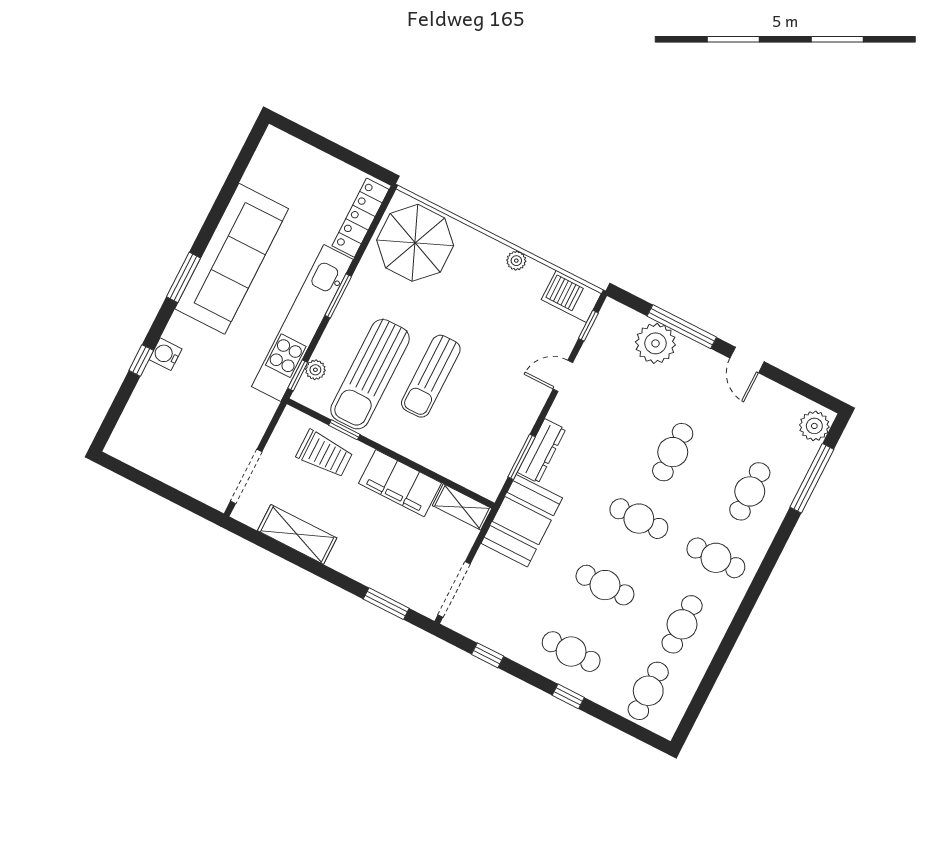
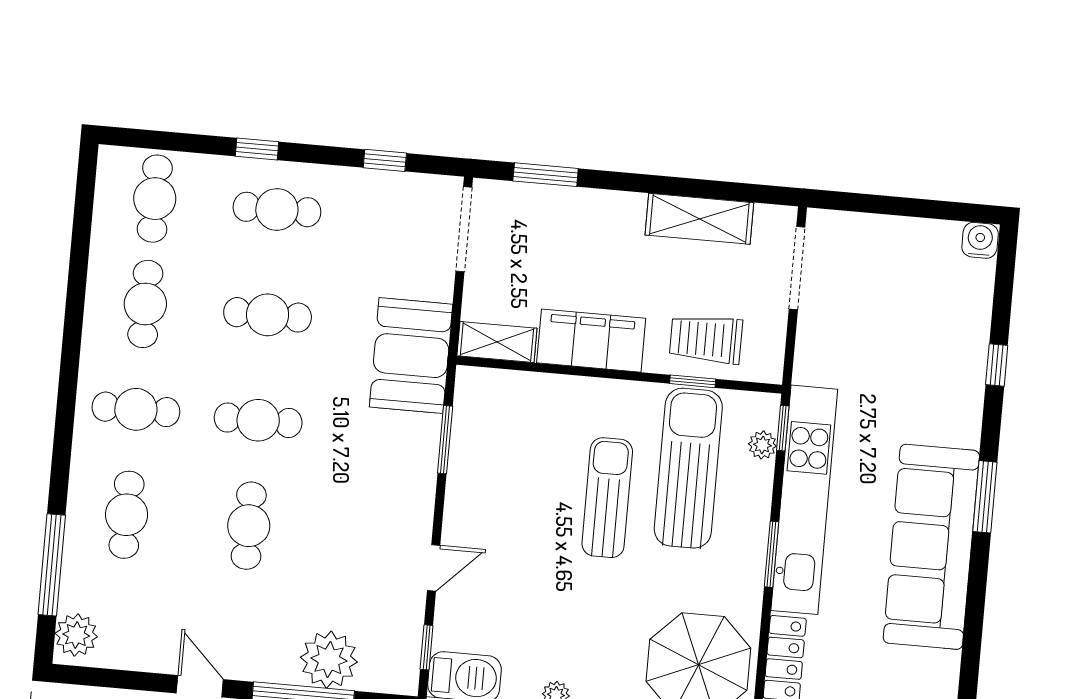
water cooler: (165, 354) -> (980, 240), moved, turned -90
dresser: (542, 451) -> (422, 458), removed

